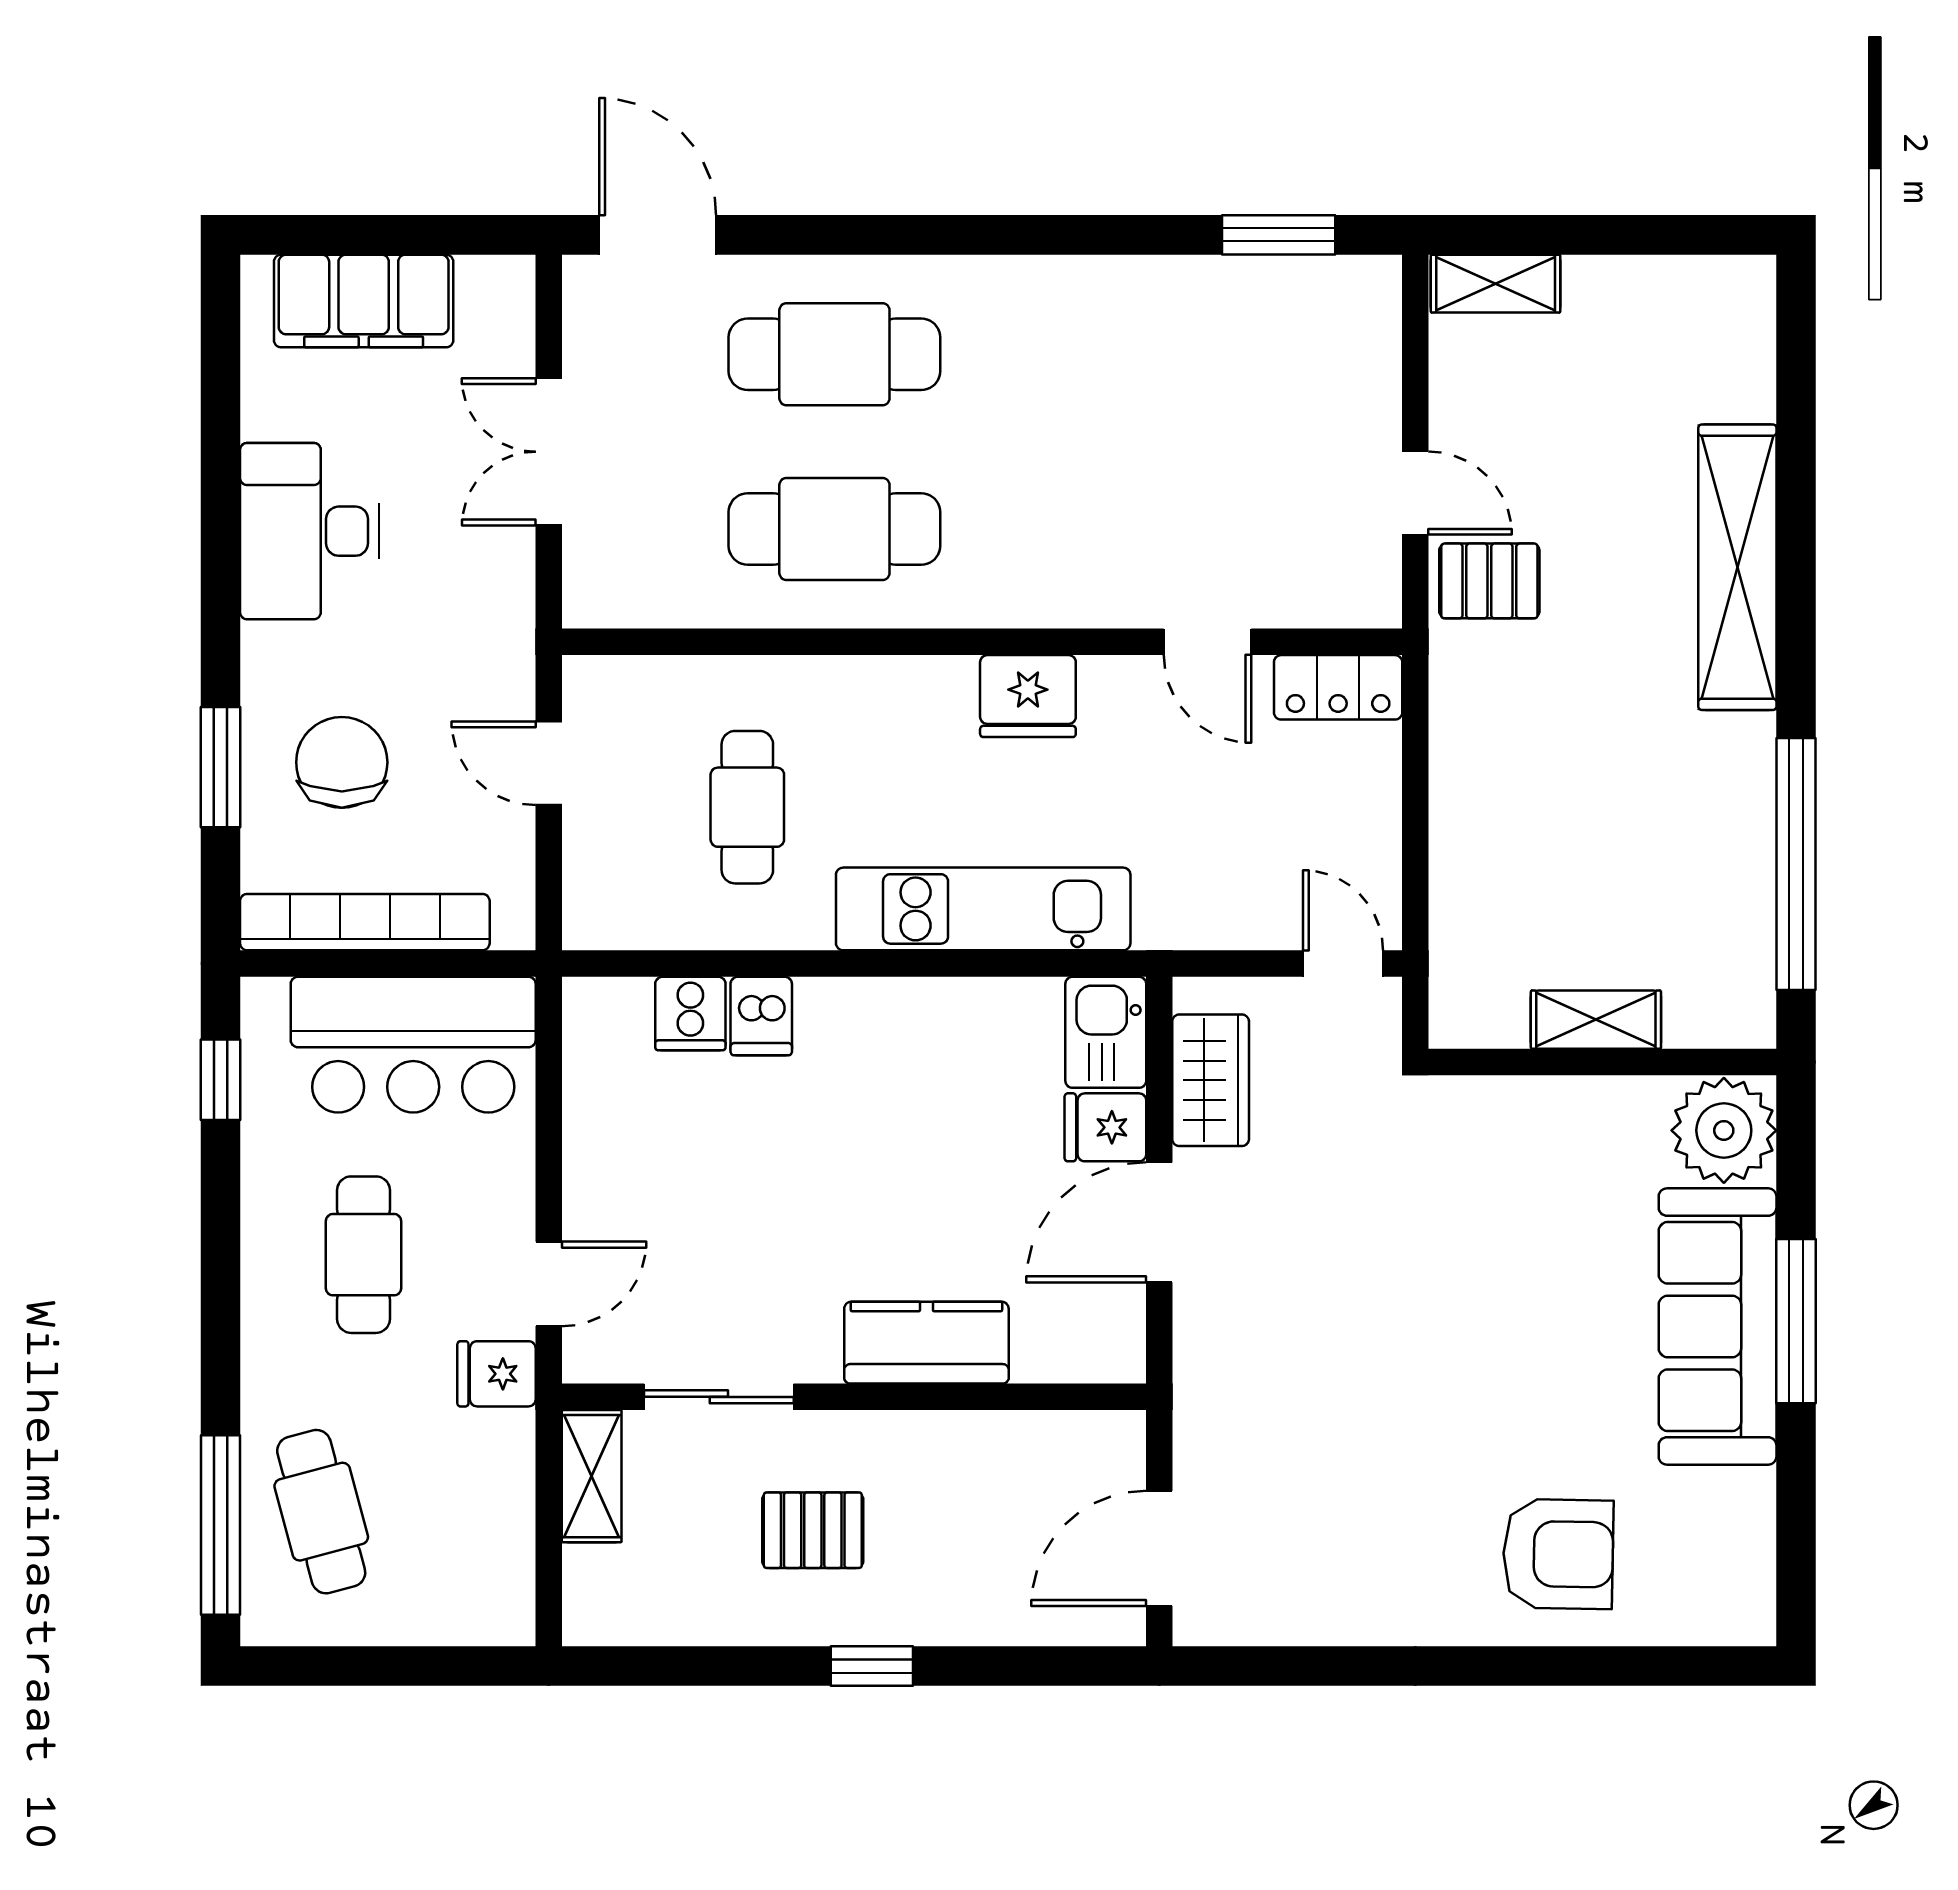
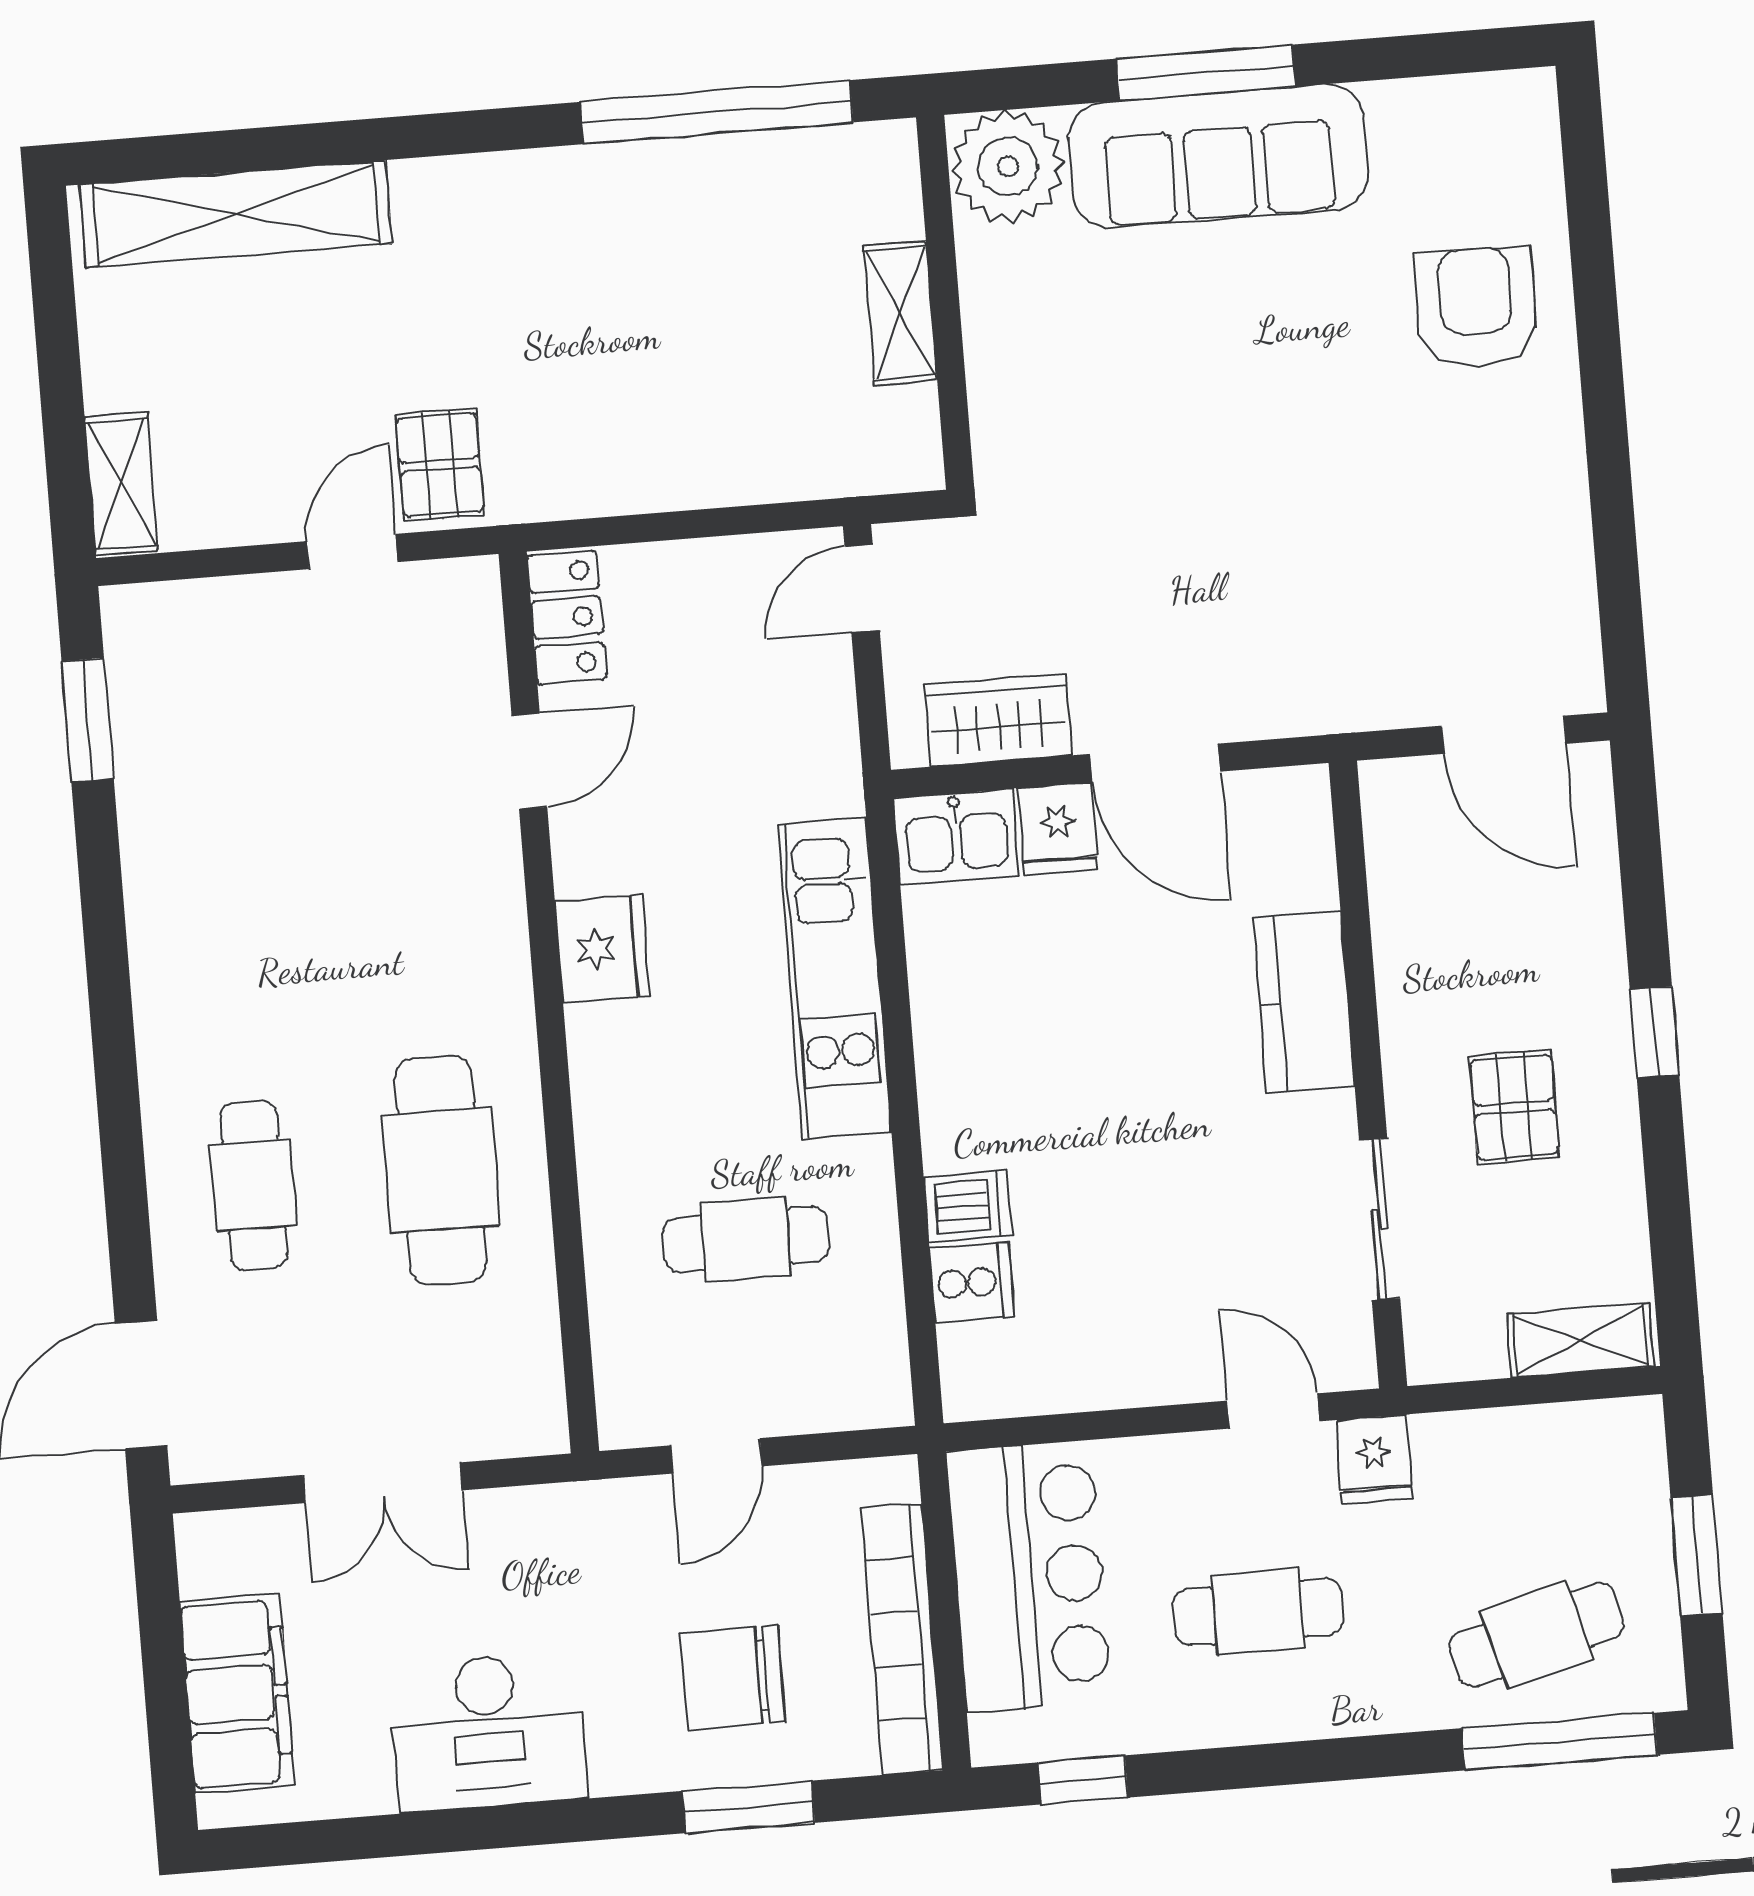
cafe table: (834, 354) -> (254, 1185), width x0.73, depth x0.74
shelving: (1737, 567) -> (236, 214), moved
shelving: (592, 1476) -> (1580, 1340), moved
window: (383, 1666) -> (1697, 1555), added

